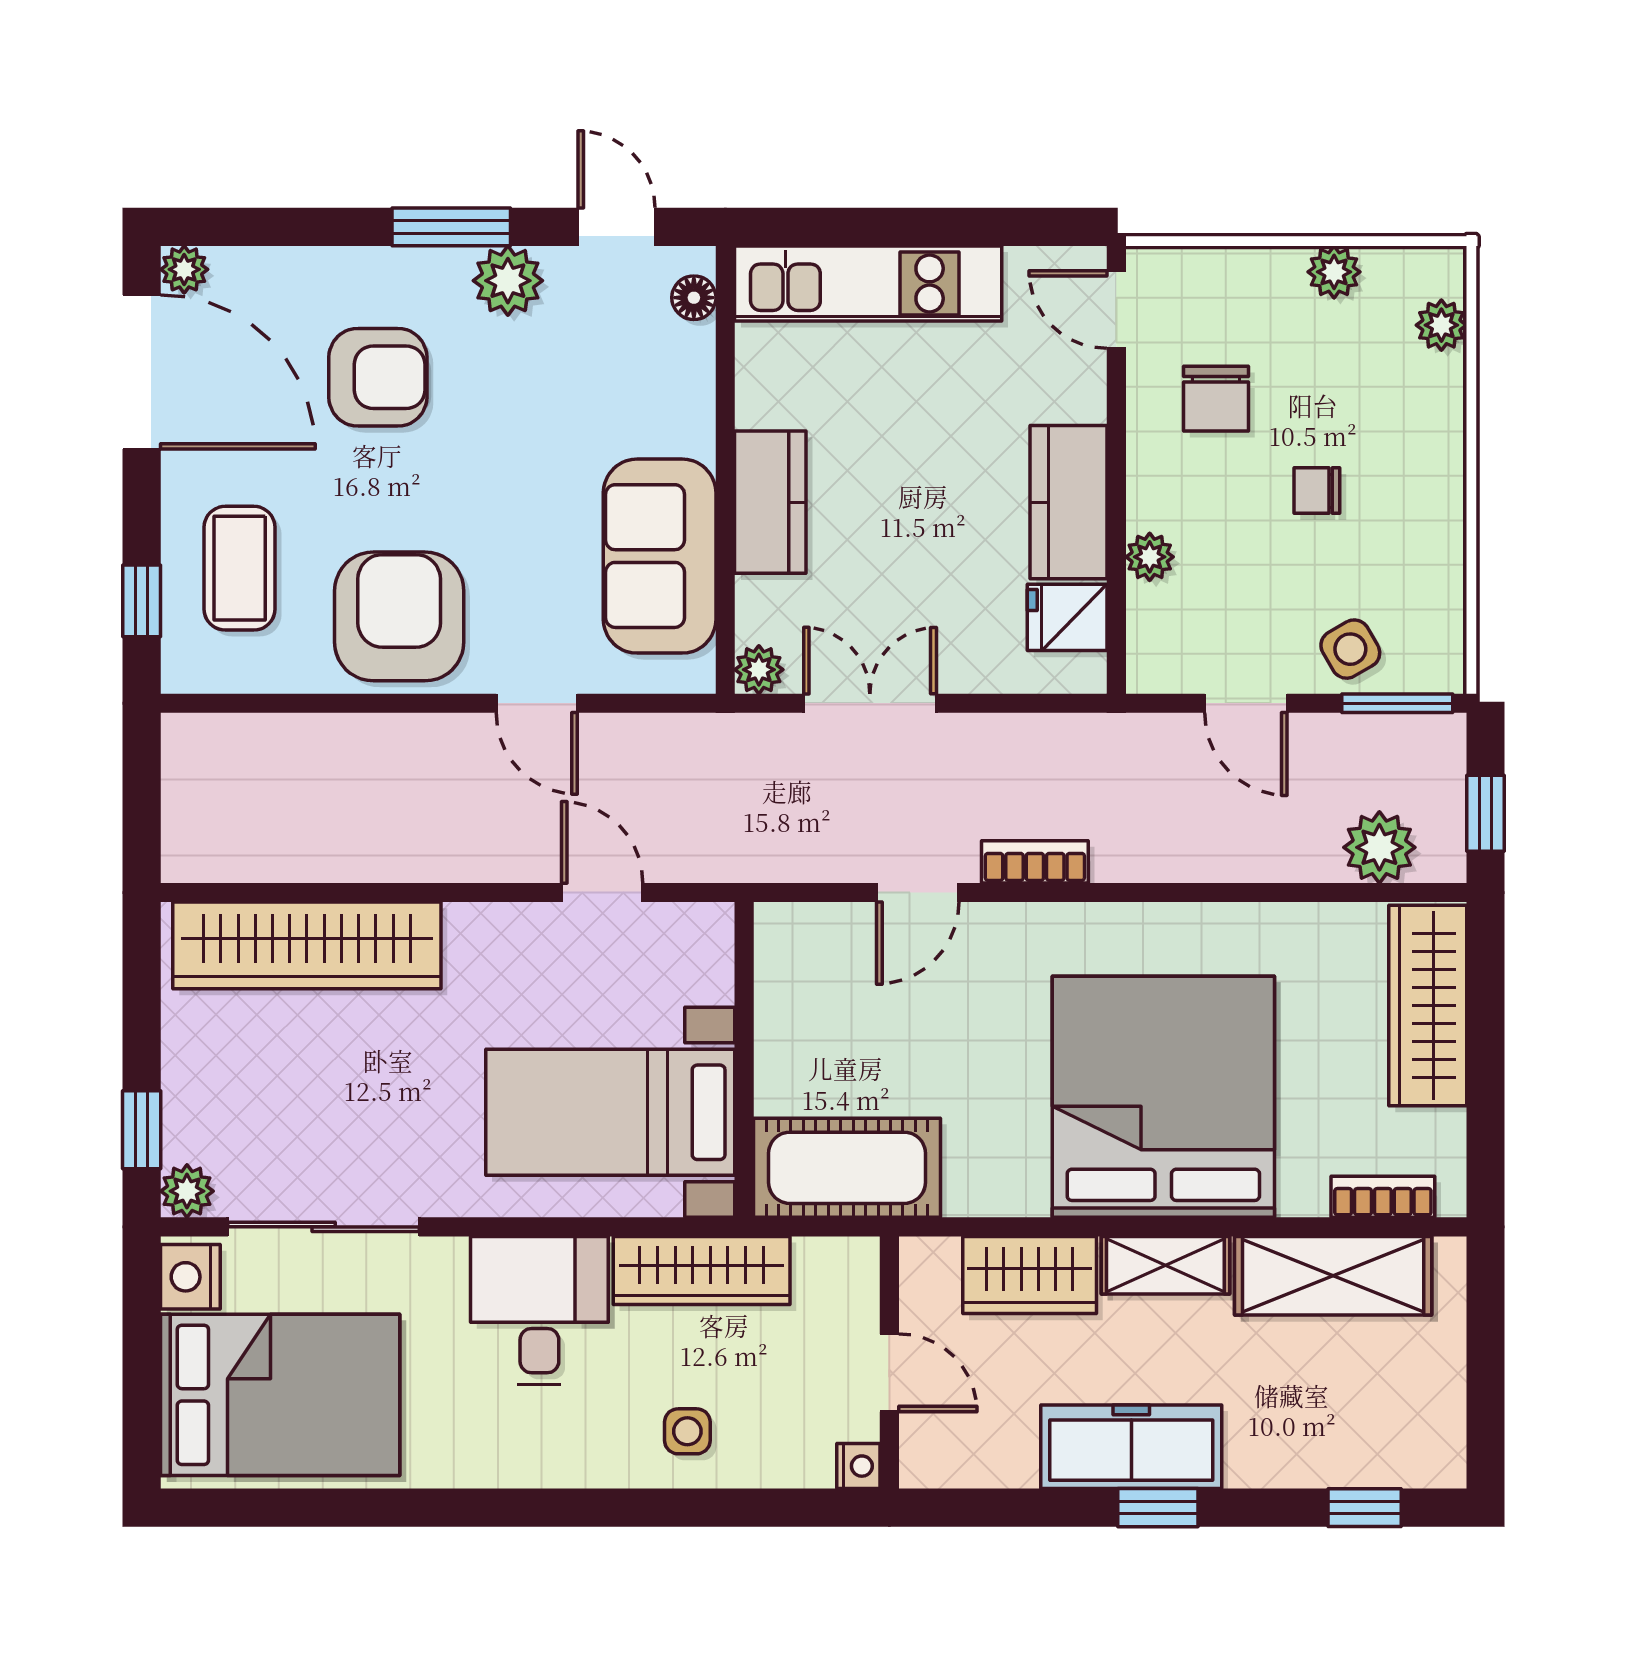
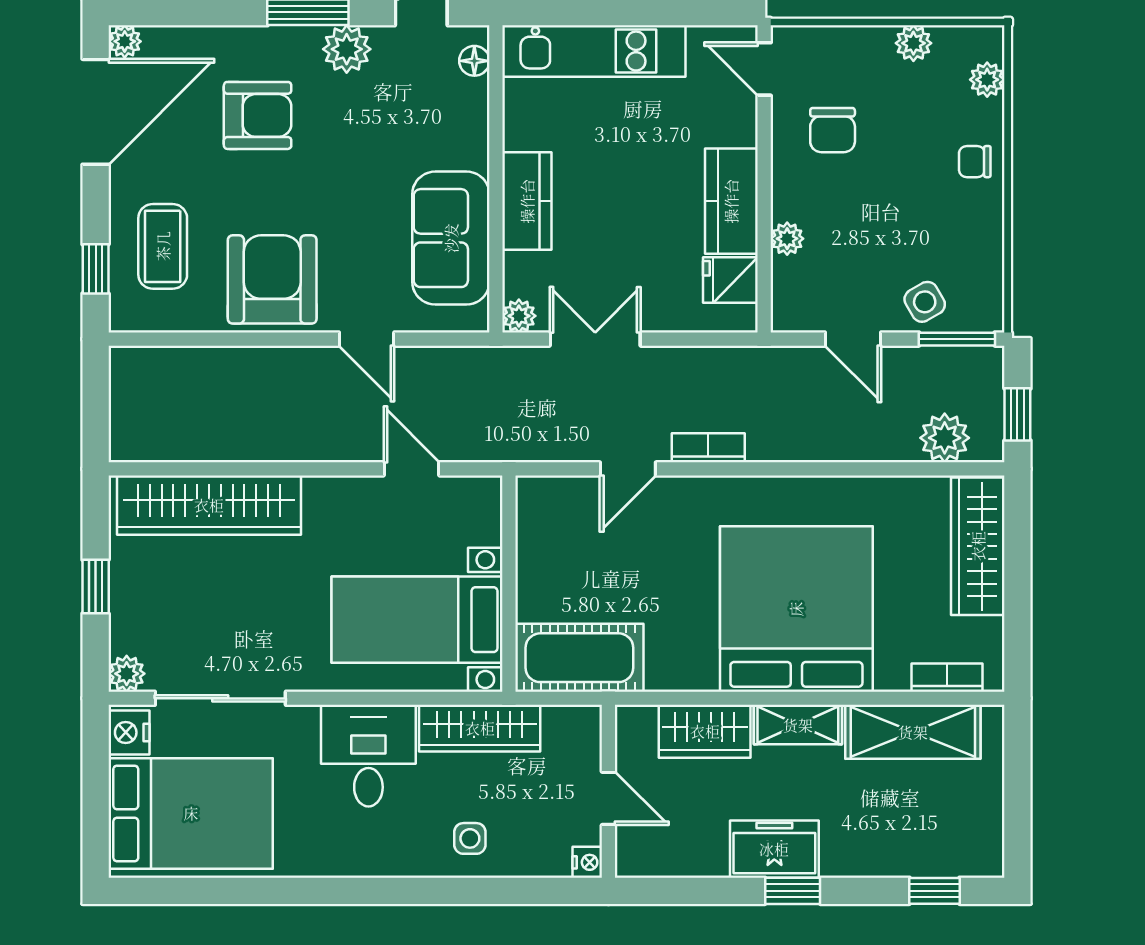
door: (142, 372) -> (96, 112), hinge flipped
chair: (1317, 491) -> (975, 162), moved
window: (142, 1130) -> (96, 587), moved
freezer: (1131, 1447) -> (774, 849), width x0.71

